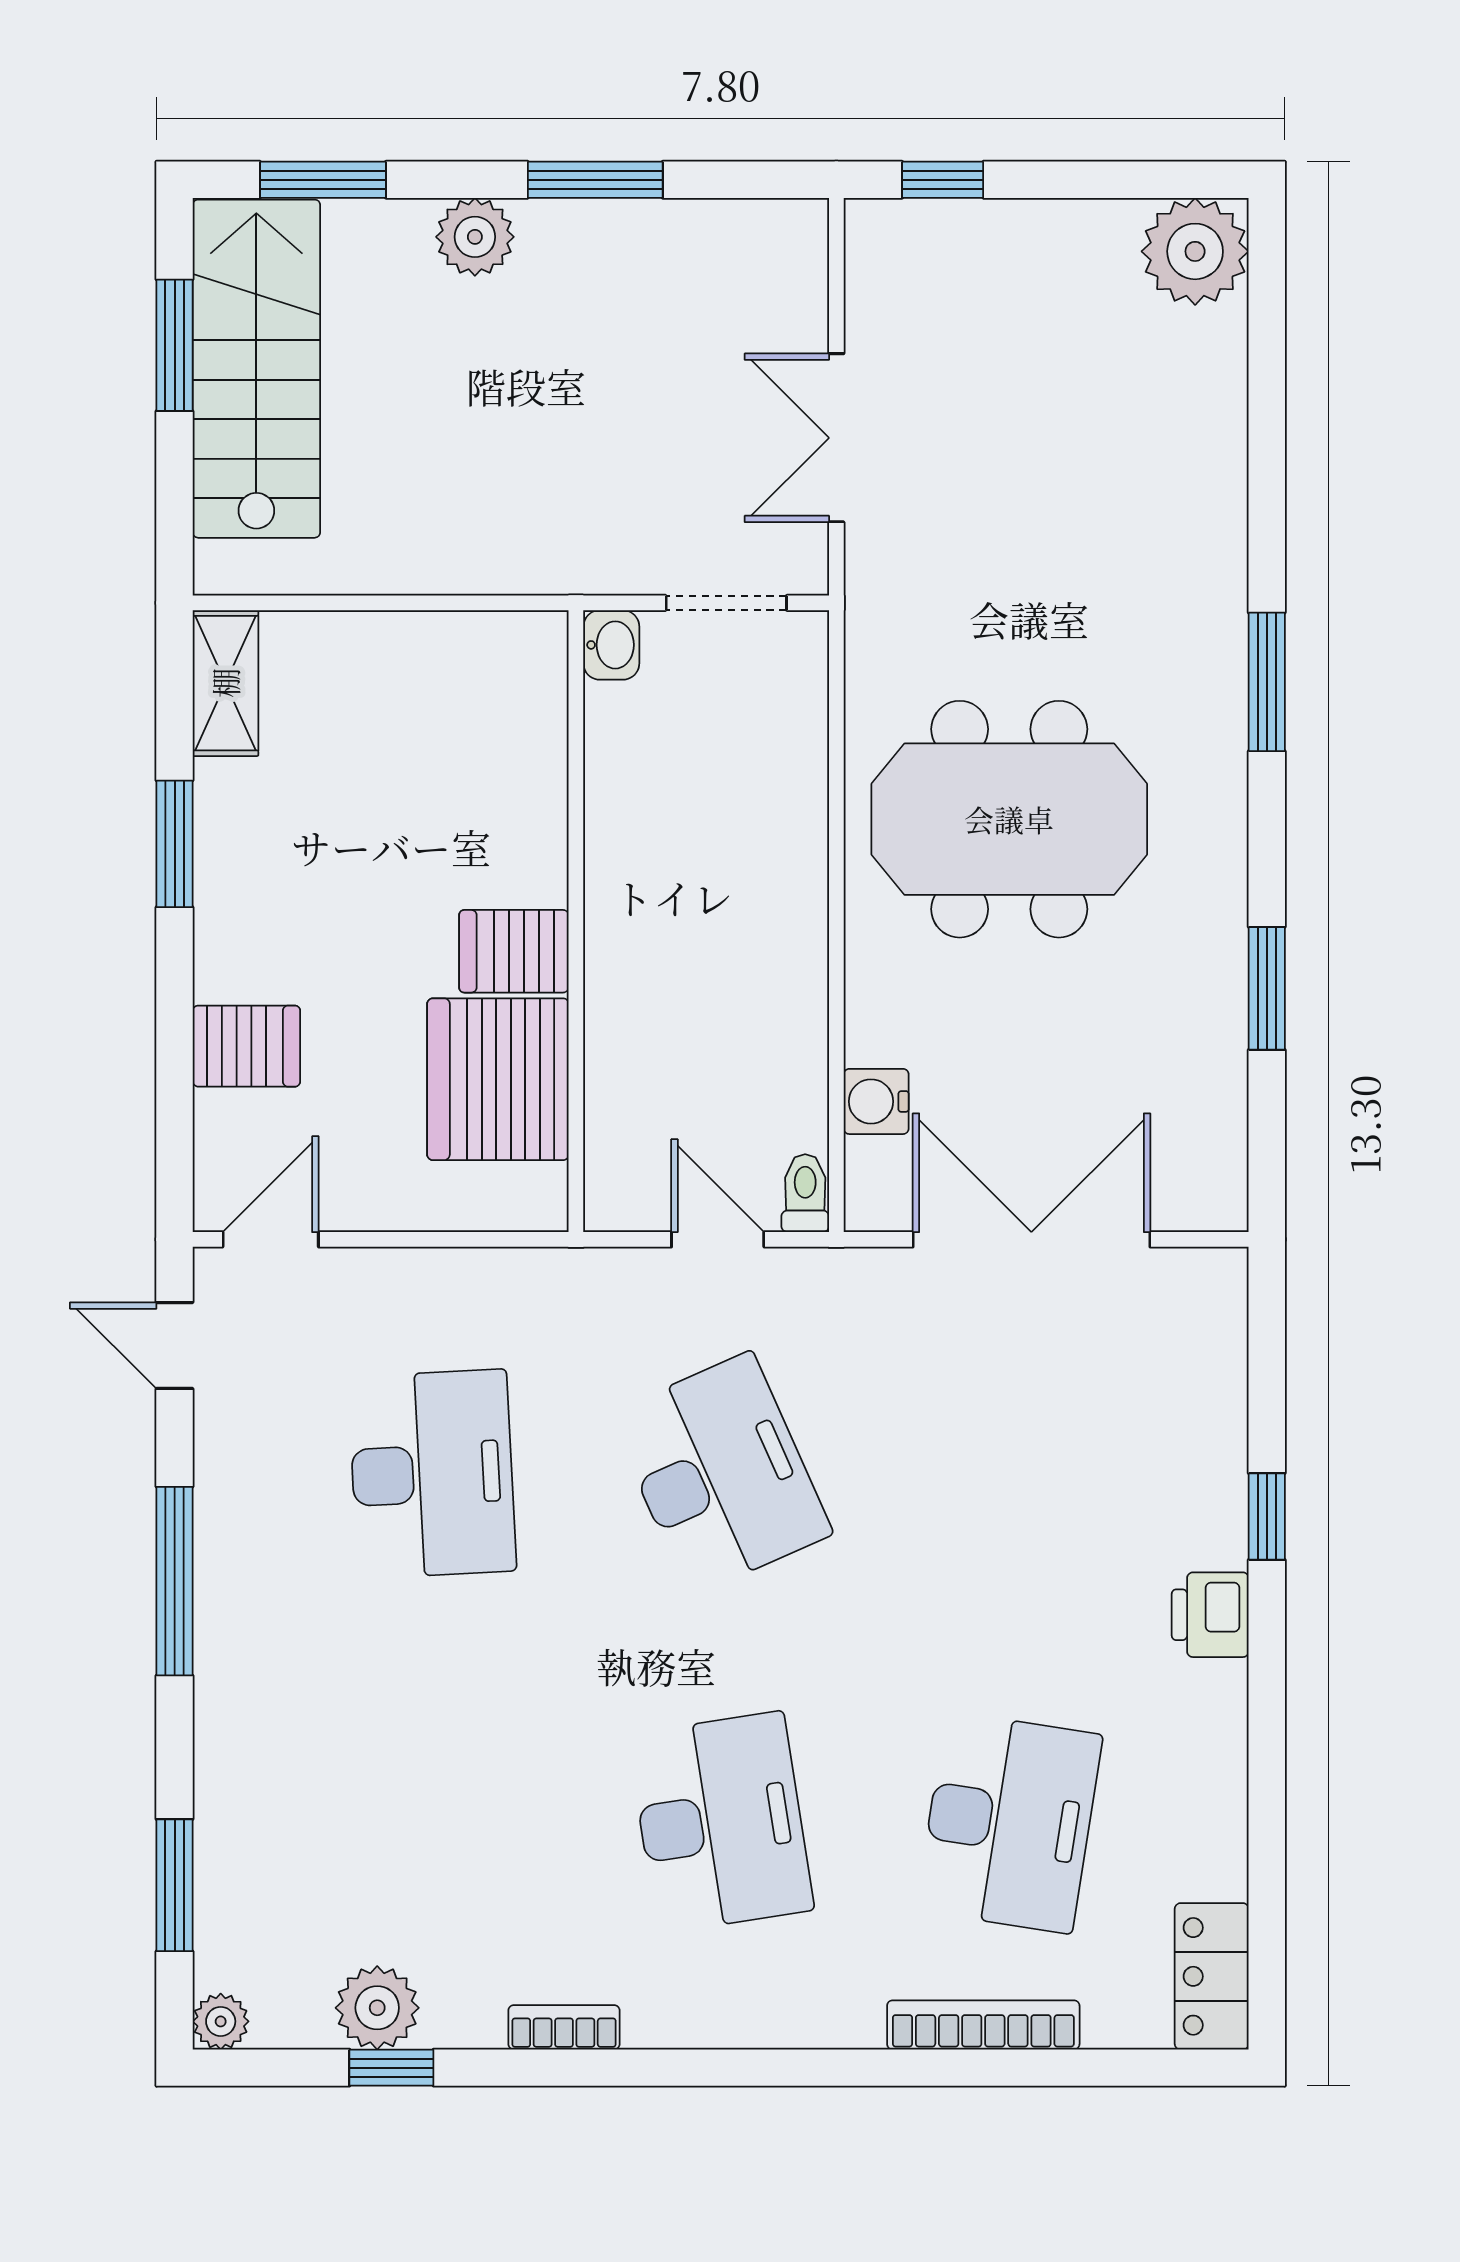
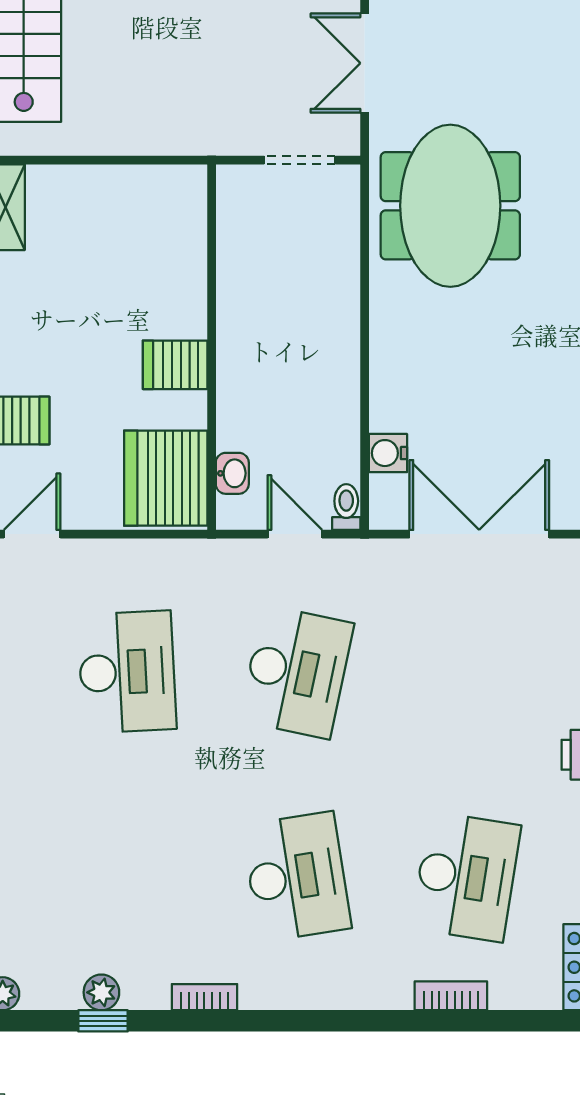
washbasin: (611, 645) -> (232, 473), moved
meeting table: (1009, 819) -> (450, 206), moved, turned 90
server rack: (498, 1079) -> (166, 478), moved
desk: (721, 1474) -> (297, 672), turned 36
plant: (377, 2008) -> (101, 992), width x0.73, depth x0.73
bookcase: (983, 2025) -> (451, 996), width x0.64

